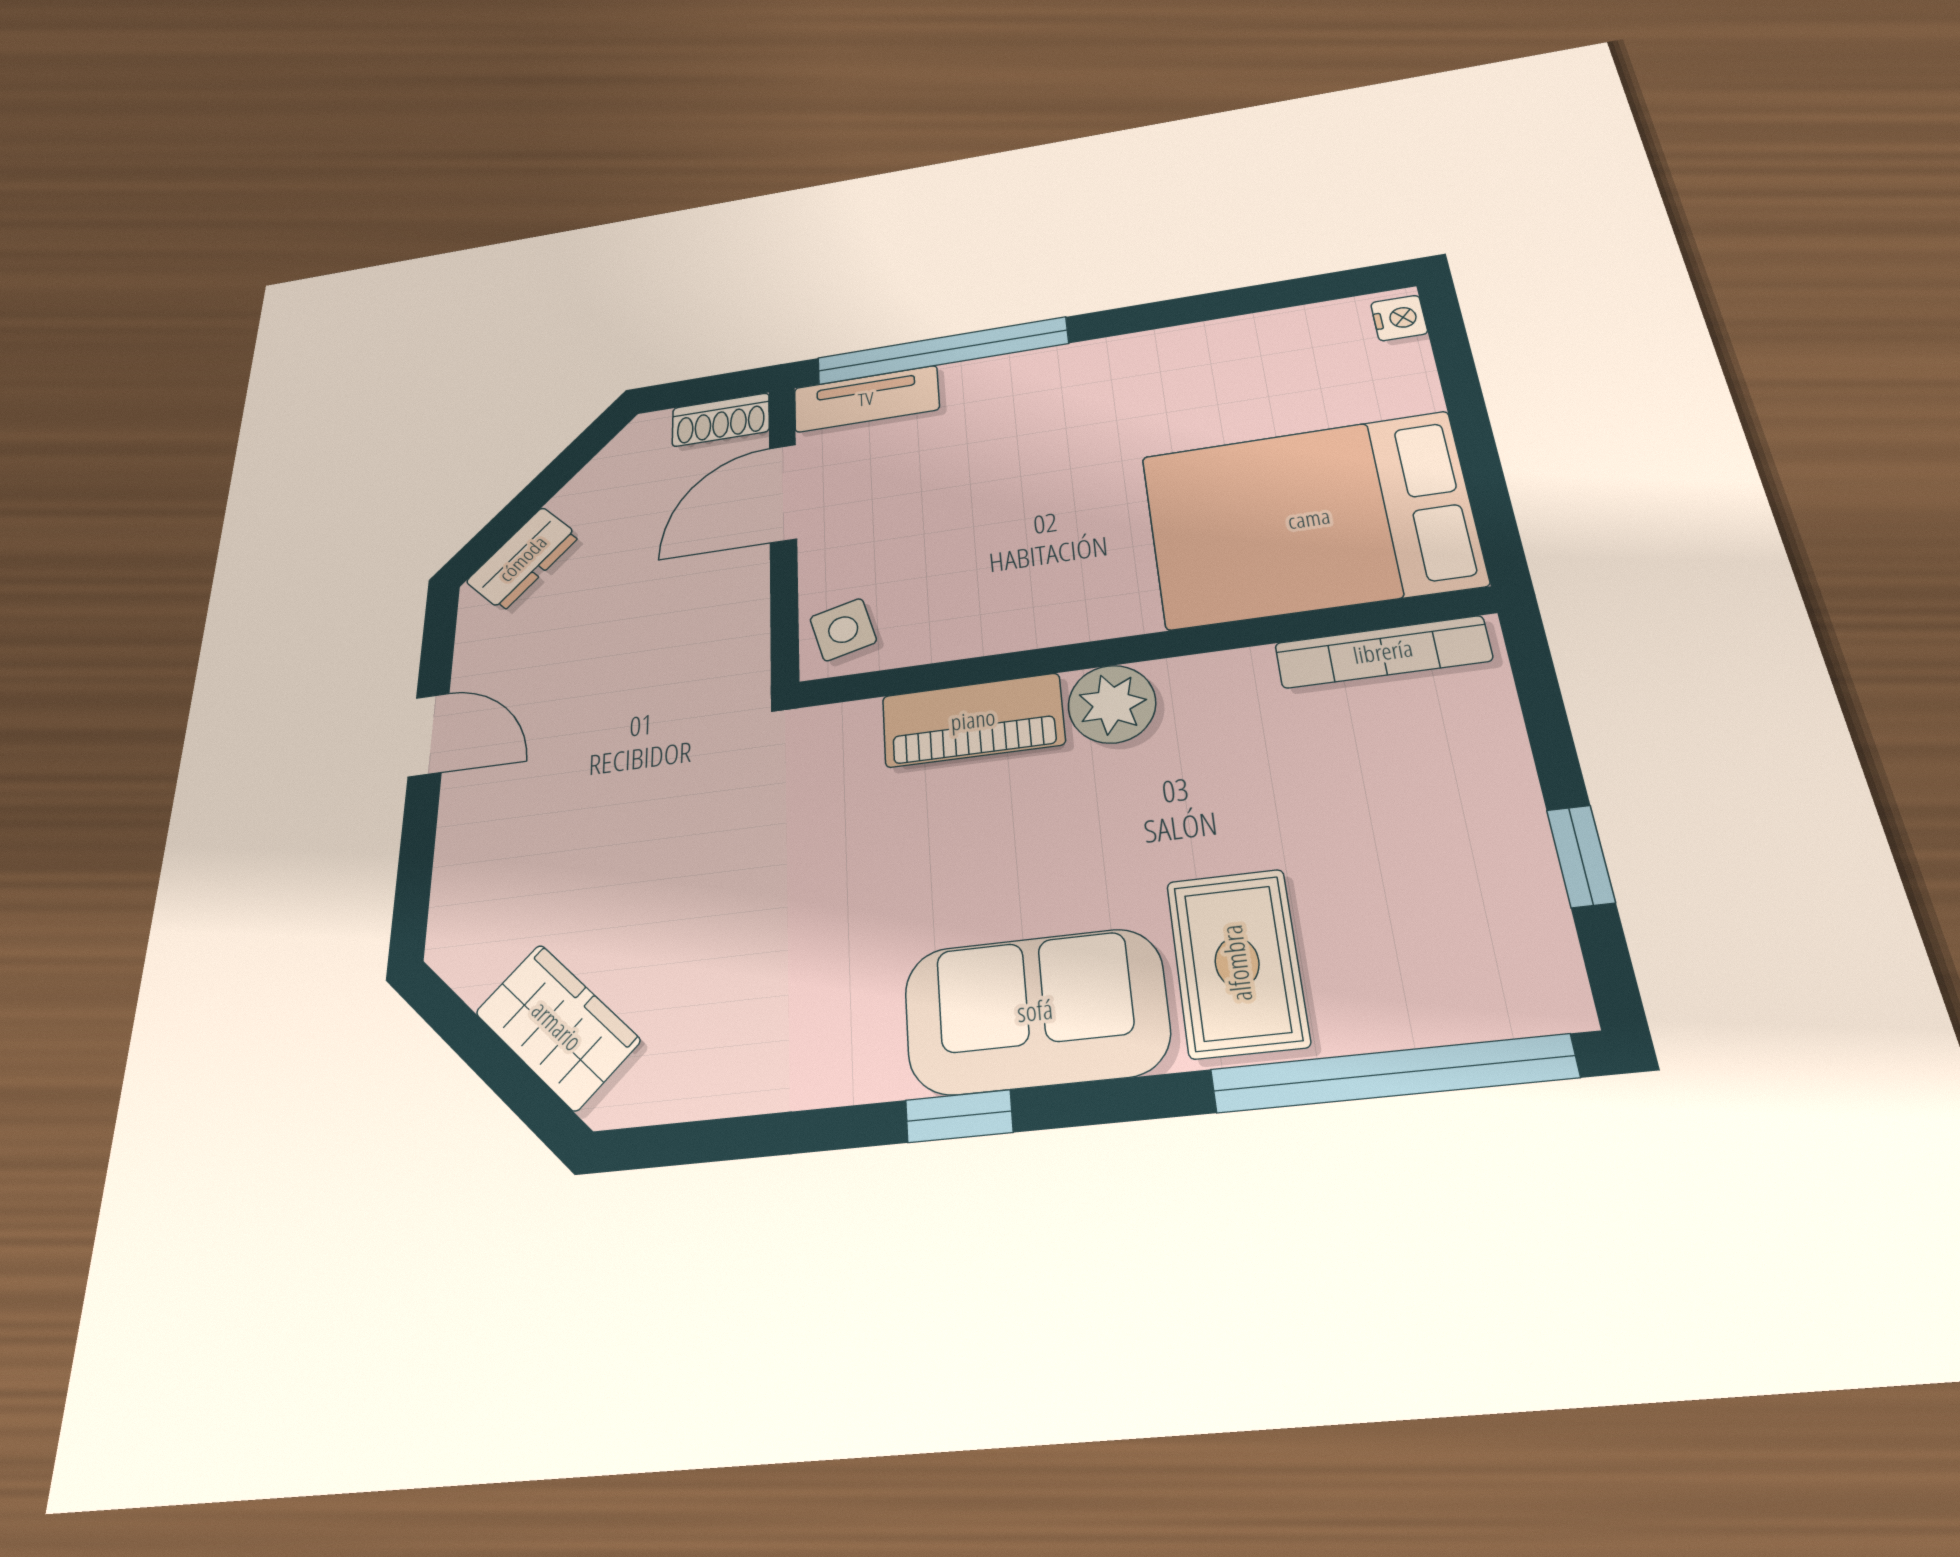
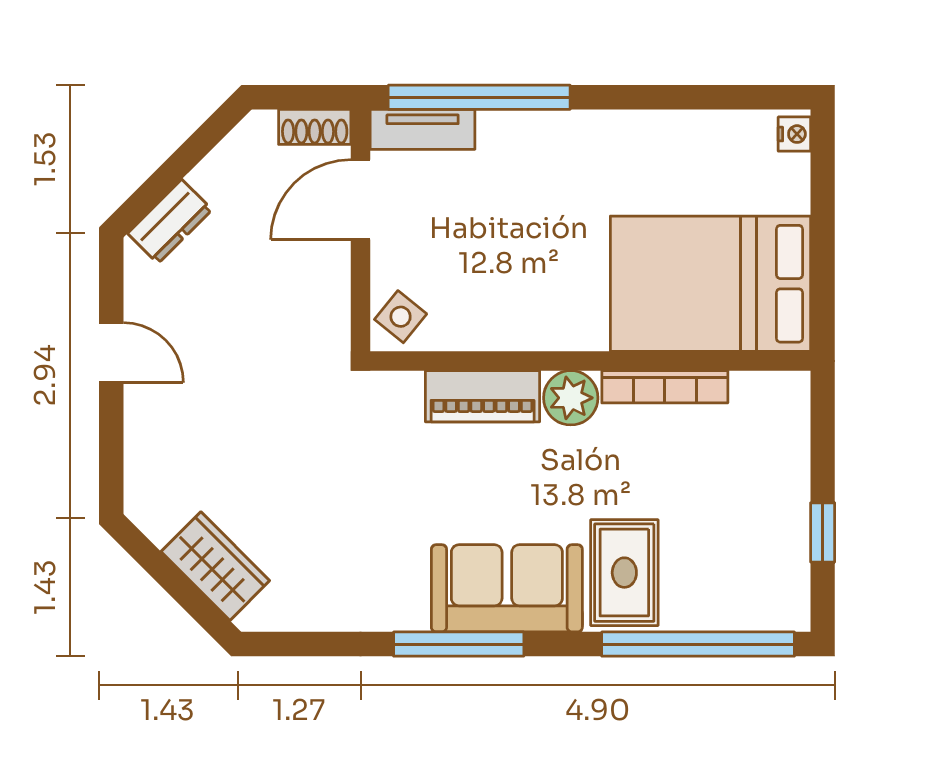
side table: (843, 630) -> (401, 317), turned -36
bookcase: (1383, 652) -> (665, 387), moved
window: (959, 1116) -> (459, 644), width x2.17

